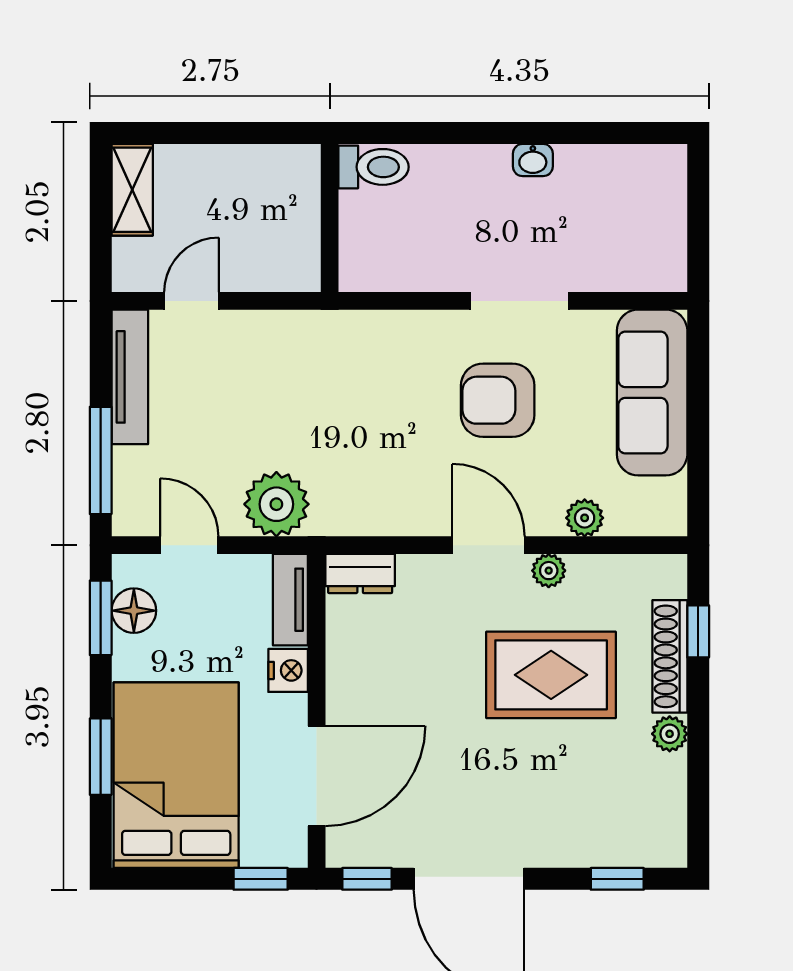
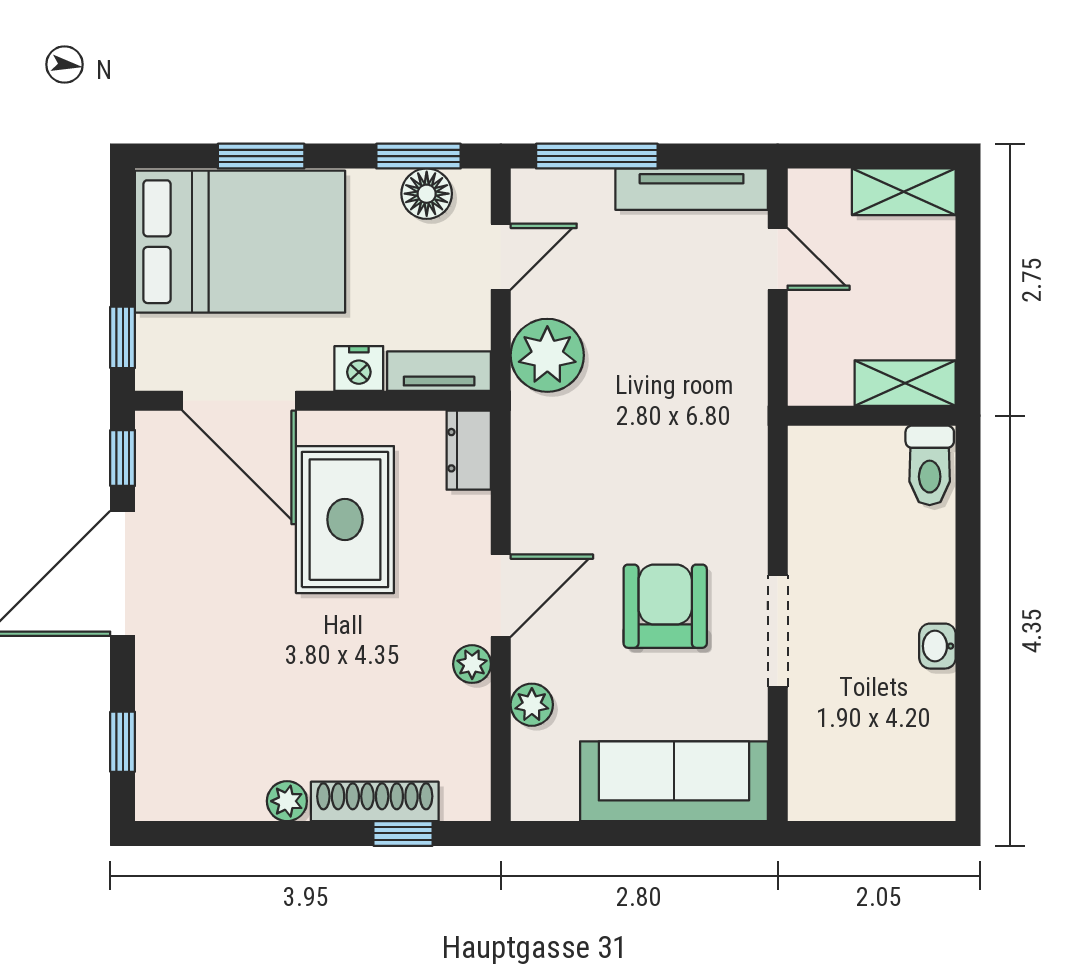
shelving: (301, 189) -> (905, 383), added
rug: (551, 675) -> (345, 520), moved

